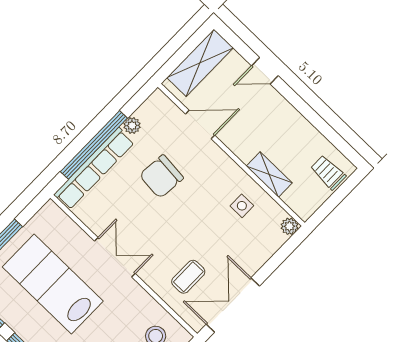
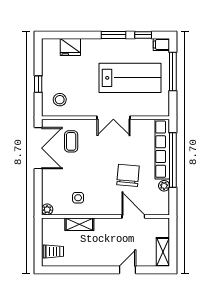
shelving: (200, 63) -> (163, 252), width x0.67, depth x0.75
door: (200, 125) -> (133, 216), swing flipped

